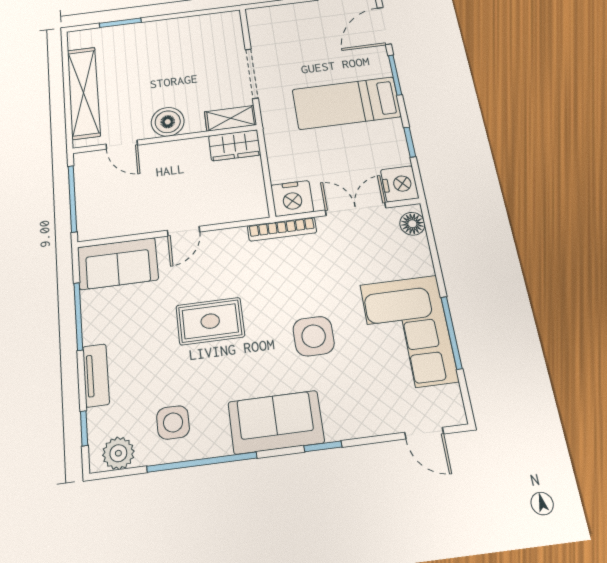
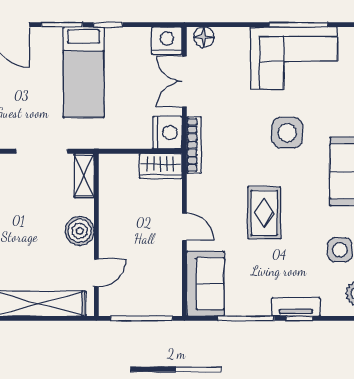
window: (410, 142) -> (108, 25), moved
wardrobe: (235, 145) -> (161, 166), moved, turned 90
window: (84, 428) -> (299, 318), moved

